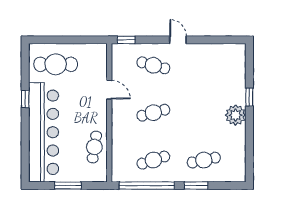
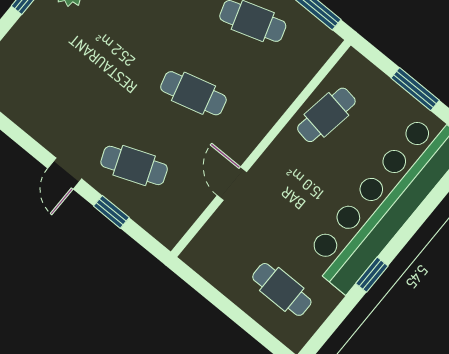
window: (126, 40) -> (111, 212), moved
cafe table: (56, 64) -> (282, 289), width x0.73, depth x0.74
cafe table: (153, 65) -> (134, 165), turned -36

